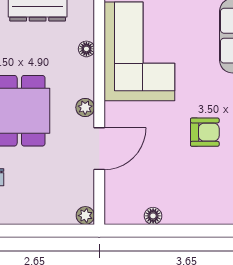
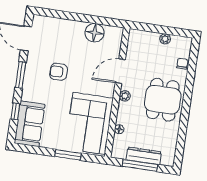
plant: (85, 216) -> (165, 39), moved
floor lamp: (153, 216) -> (95, 33), width x1.89, depth x1.89

